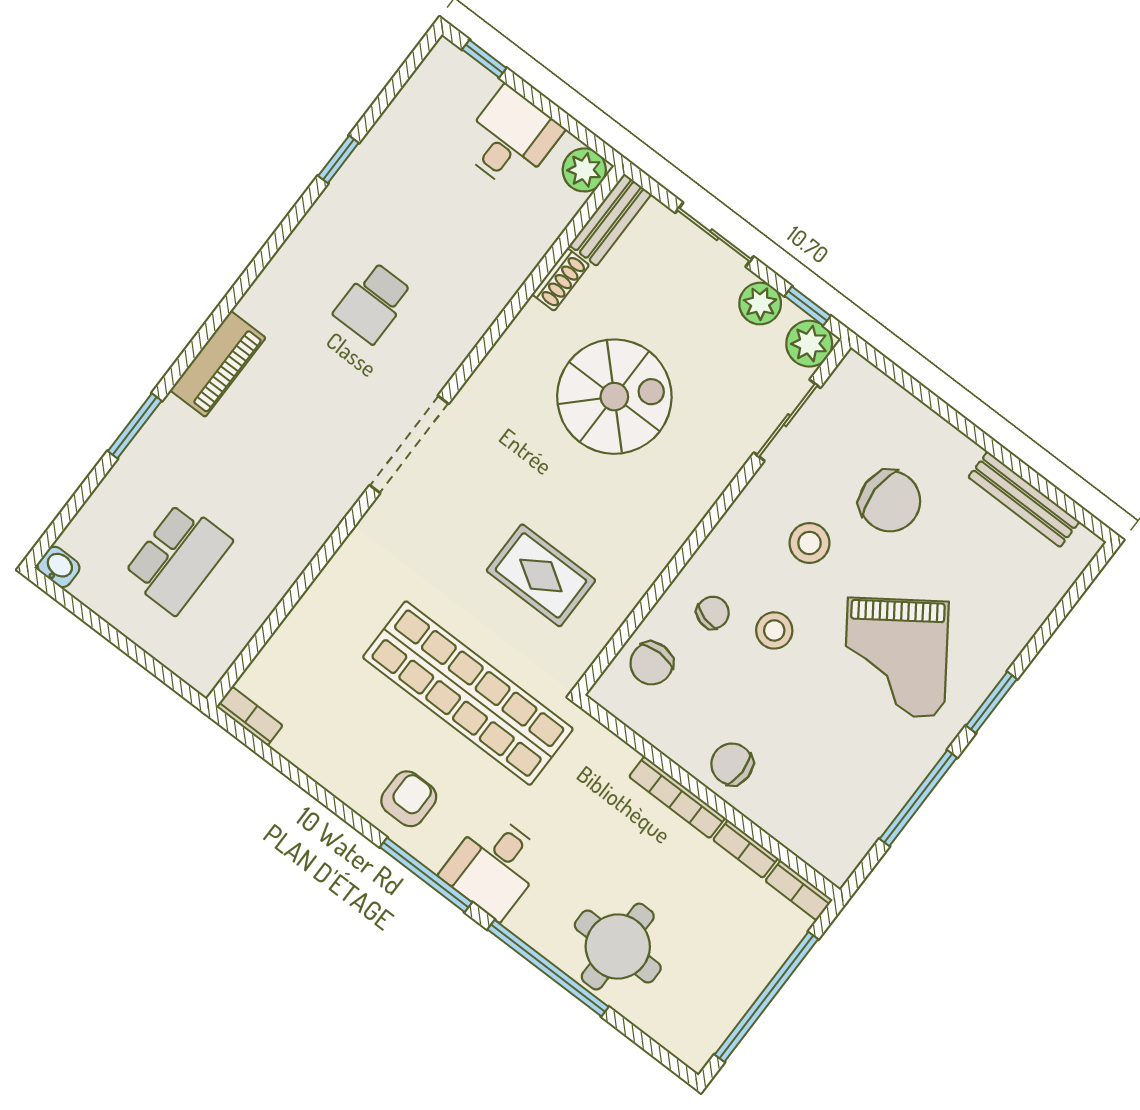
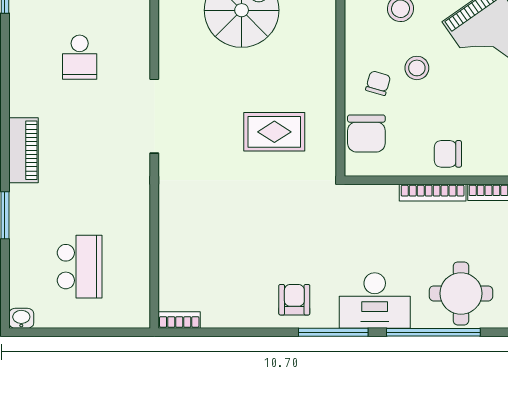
chair: (652, 663) -> (366, 134), width x1.37, depth x1.37
shop shelf: (468, 693) -> (283, 222), removed
desk: (494, 866) -> (375, 301), width x1.37

